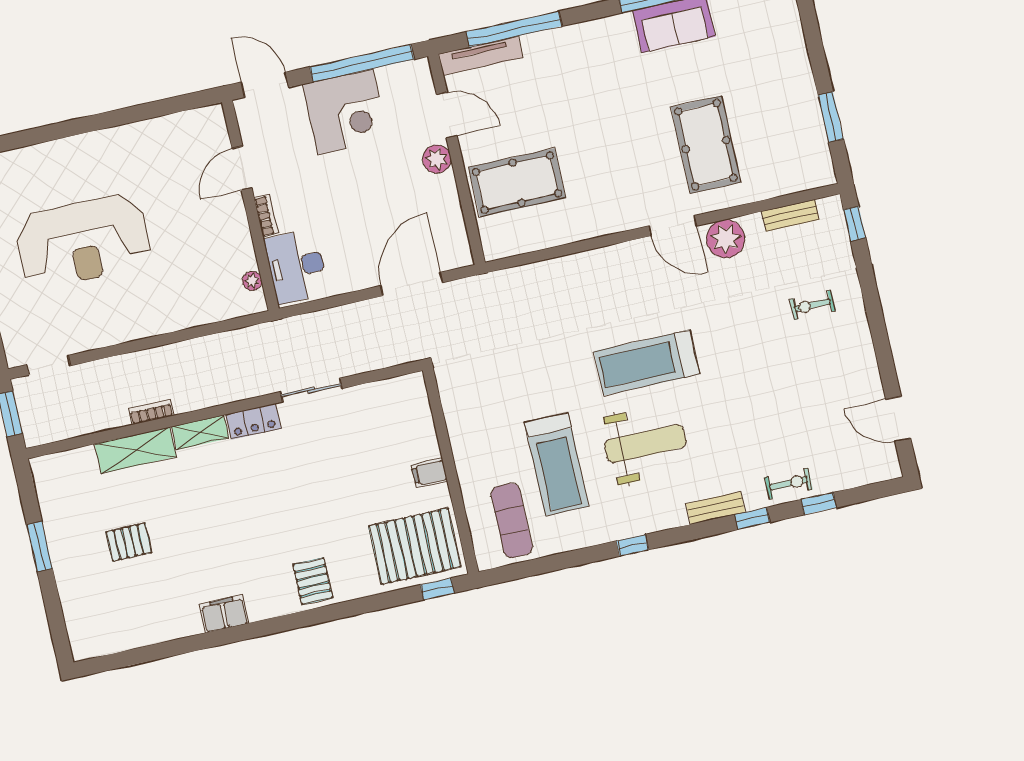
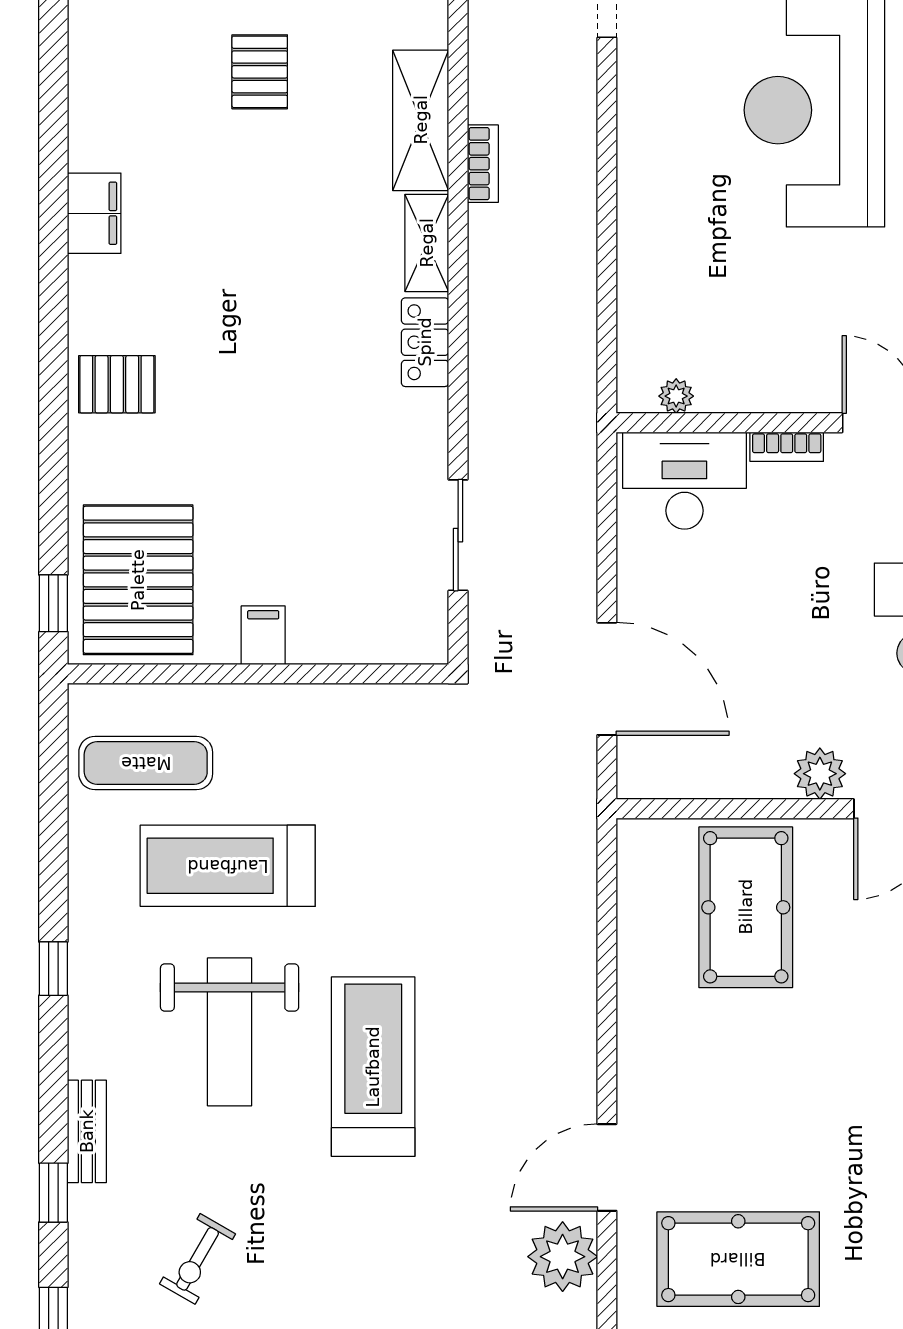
sliding door: (311, 390) -> (458, 535), moved
exercise bike: (789, 483) -> (198, 1259), moved, turned 30

